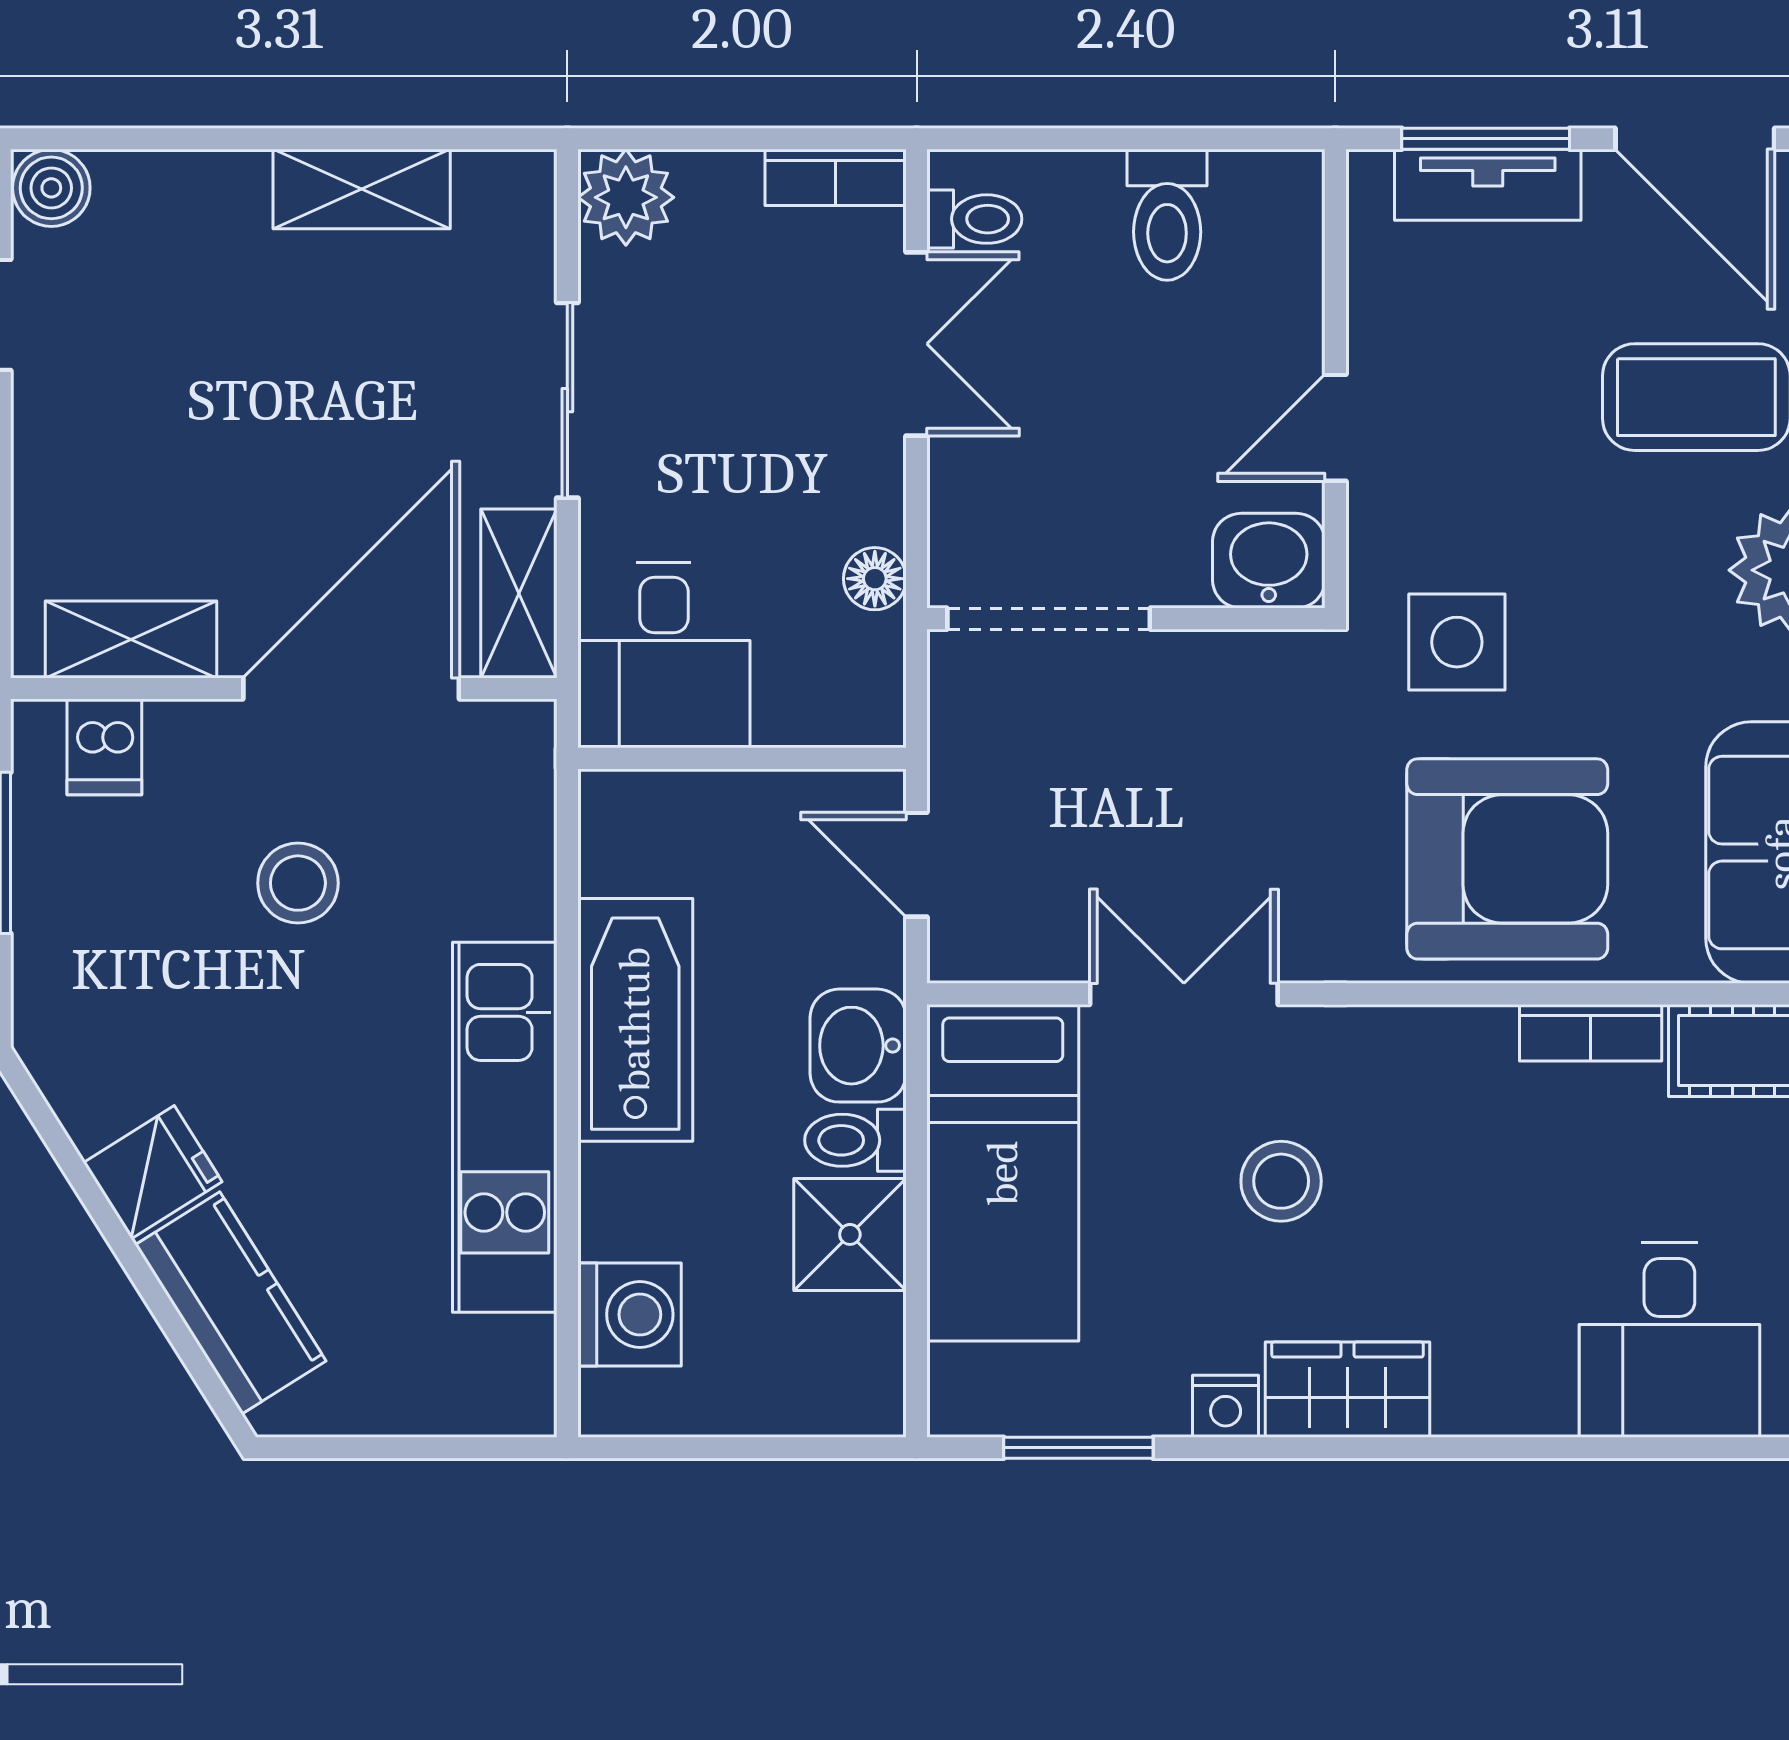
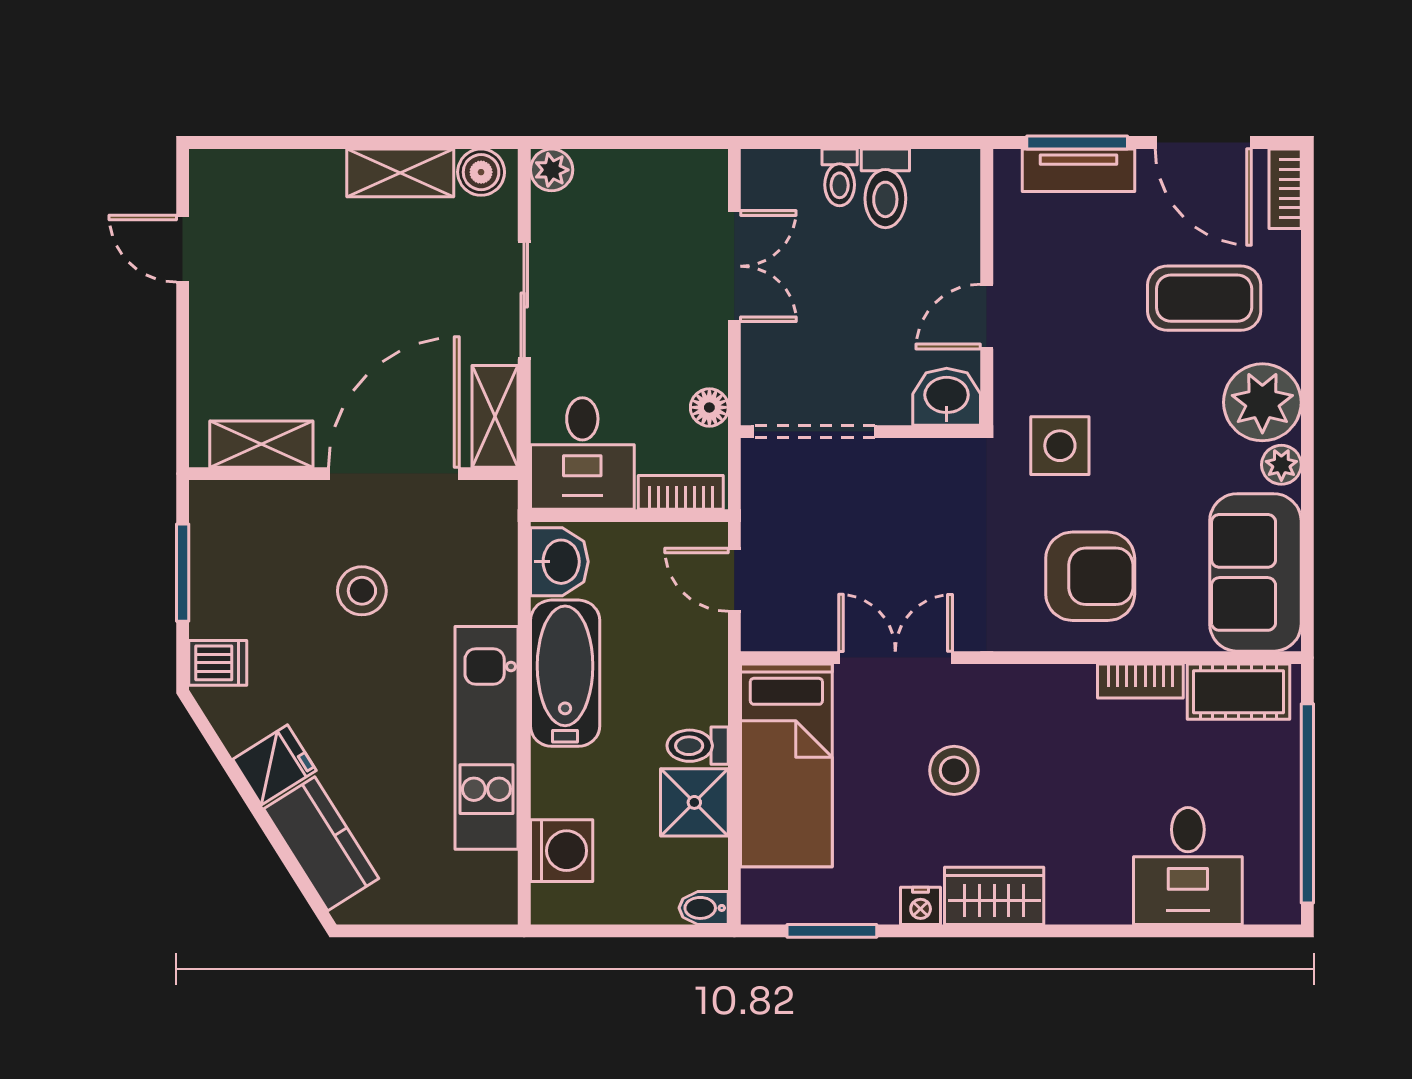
bookcase: (836, 177) -> (681, 492), moved, turned 180
boiler: (51, 188) -> (481, 172), moved
plant: (626, 197) -> (552, 170), width x0.73, depth x0.73
toilet: (974, 219) -> (840, 177), moved, turned 90
dishwasher: (104, 747) -> (218, 663), moved, turned -90
armchair: (1507, 859) -> (1090, 576), width x0.73, depth x0.73
washbasin: (858, 1046) -> (559, 562), moved, turned 180
bidet: (865, 1410) -> (704, 908), added

